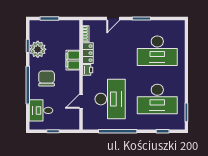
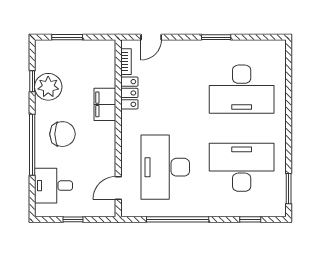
door: (113, 19) -> (151, 37), moved
printer: (88, 70) -> (129, 120), removed
chair: (47, 79) -> (63, 134), turned 90
desk: (110, 99) -> (165, 167), turned 180
desk: (157, 99) -> (242, 167), turned 180
door: (81, 101) -> (118, 188), moved

